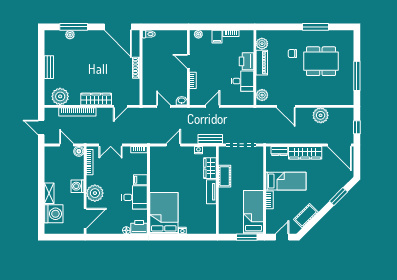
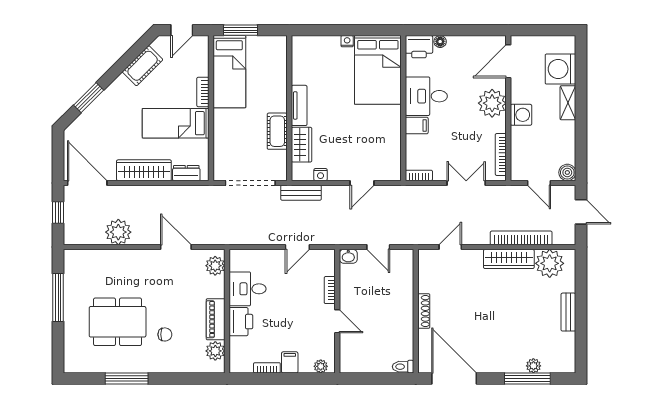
wardrobe: (96, 99) -> (509, 259), moved
boiler: (79, 151) -> (567, 172), moved

